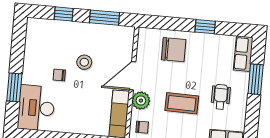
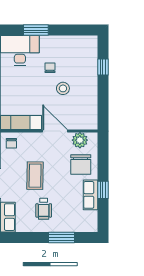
window: (105, 18) -> (103, 102), removed
row of seats: (243, 54) -> (90, 195), moved, turned -90
wheelchair: (221, 97) -> (44, 209), turned 90
plant: (141, 101) -> (80, 140), moved

